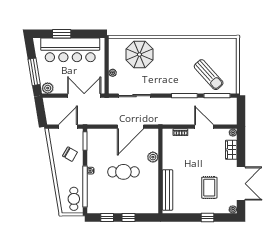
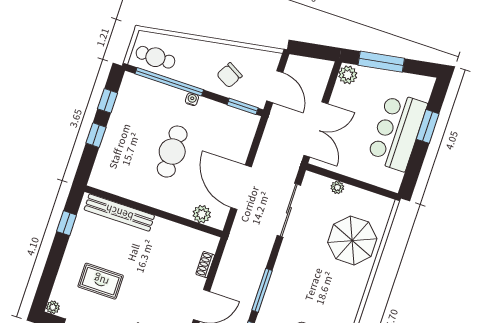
bar counter: (70, 50) -> (397, 132), width x0.73
plant: (153, 157) -> (202, 214), moved
window: (208, 218) -> (67, 223), moved

